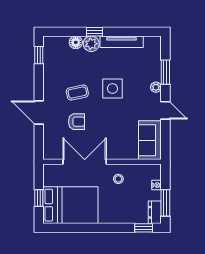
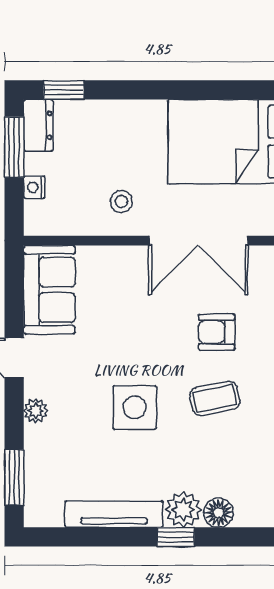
window: (165, 72) -> (14, 477), moved

